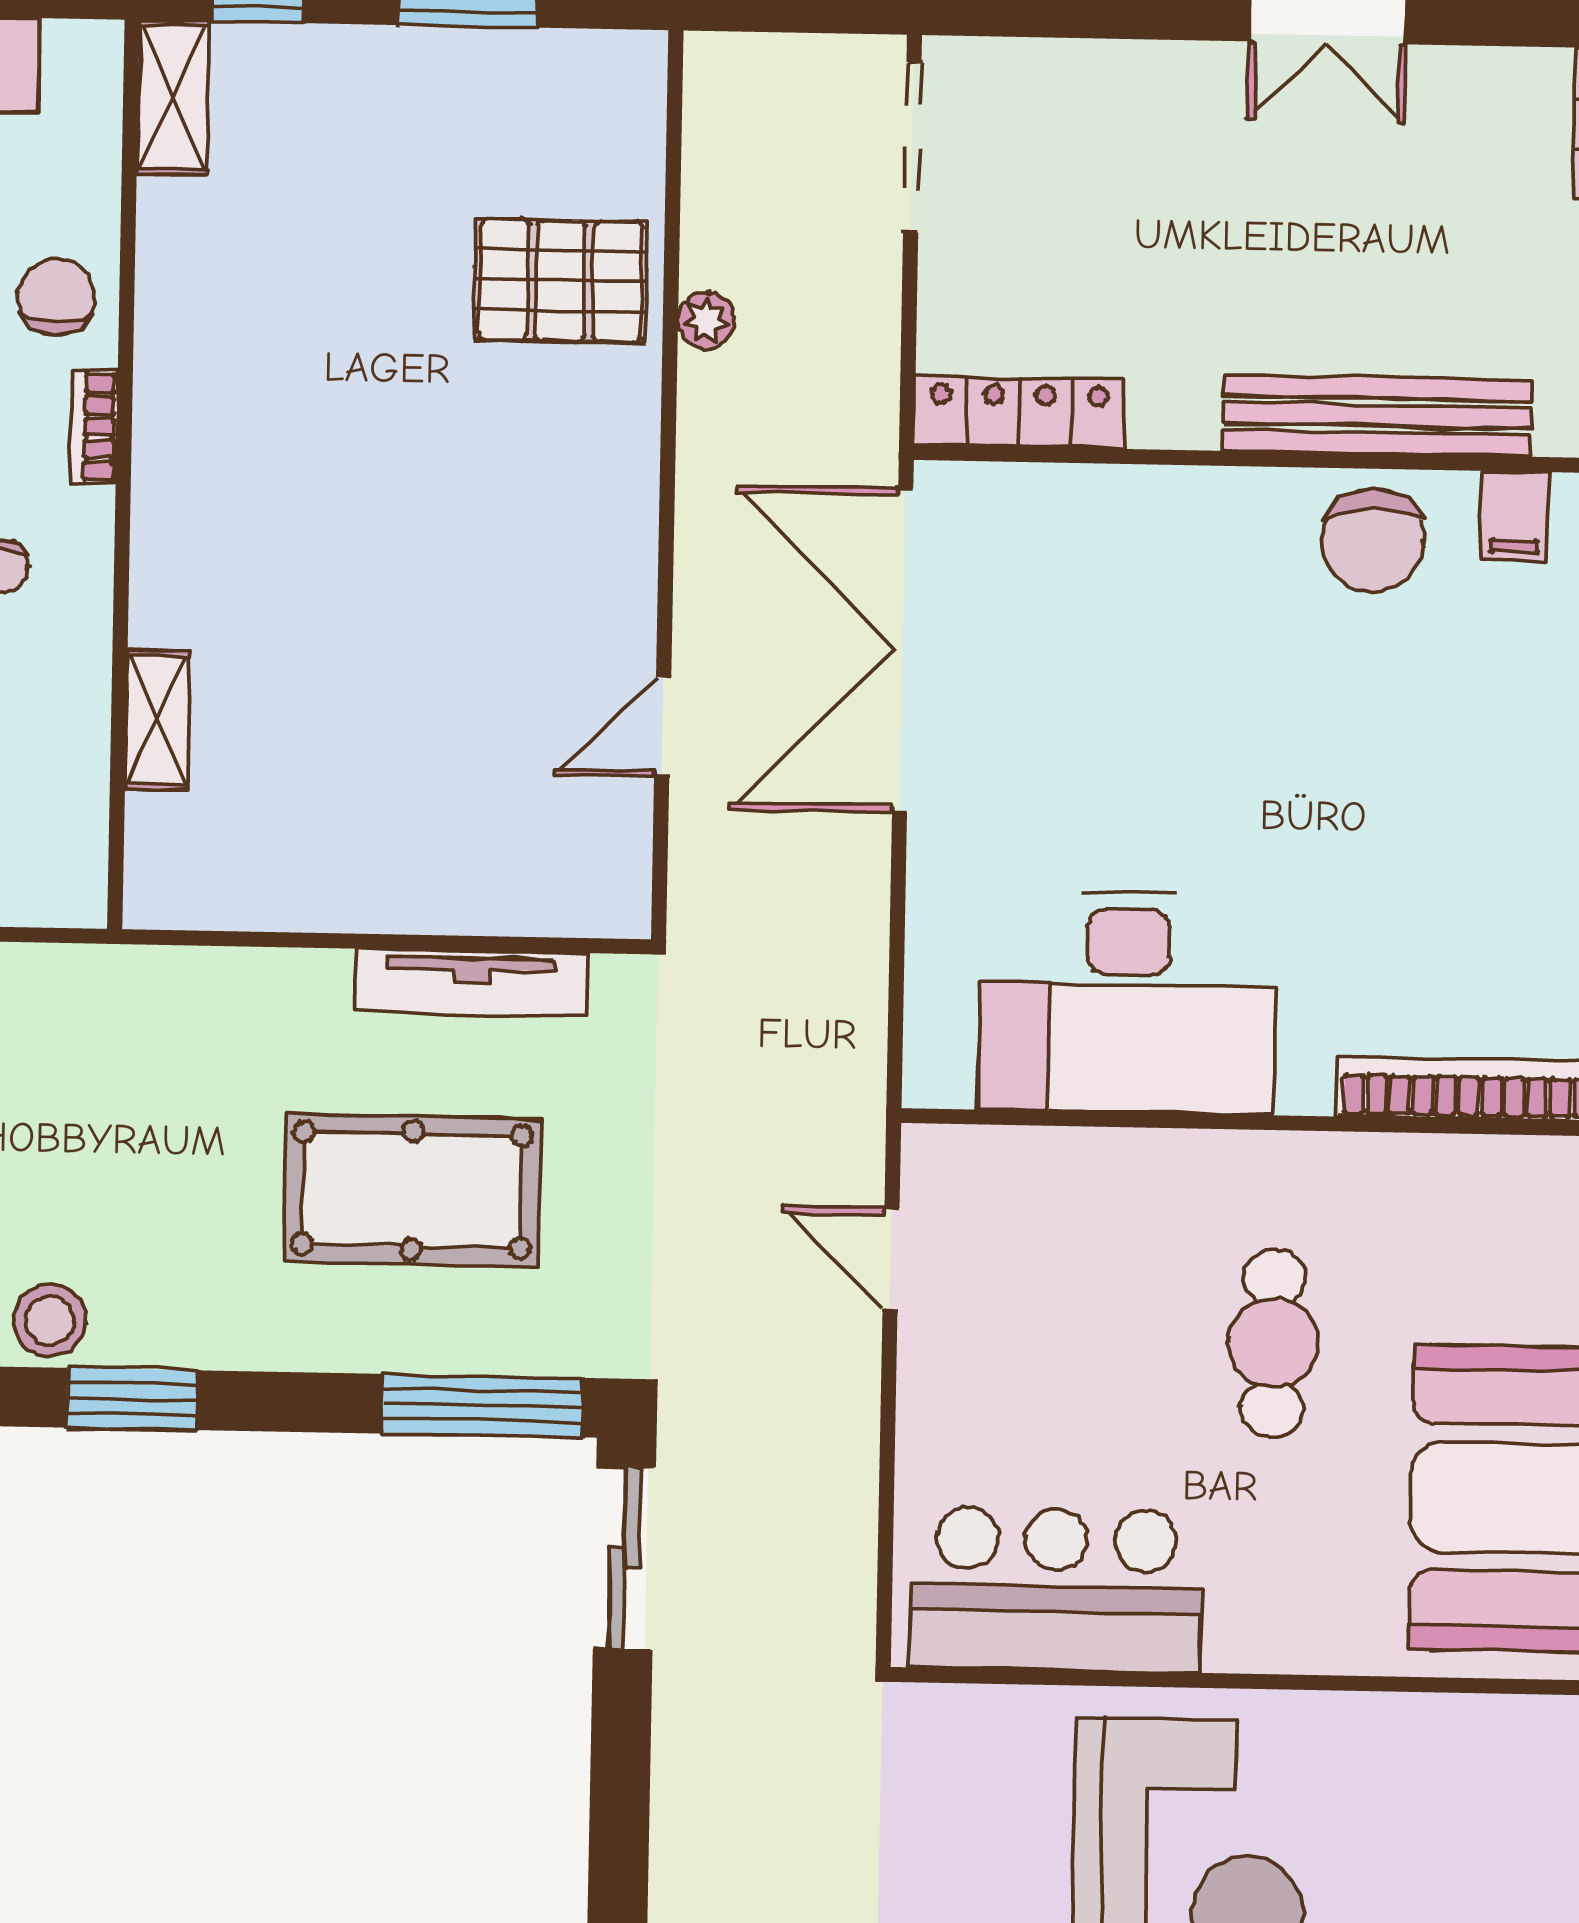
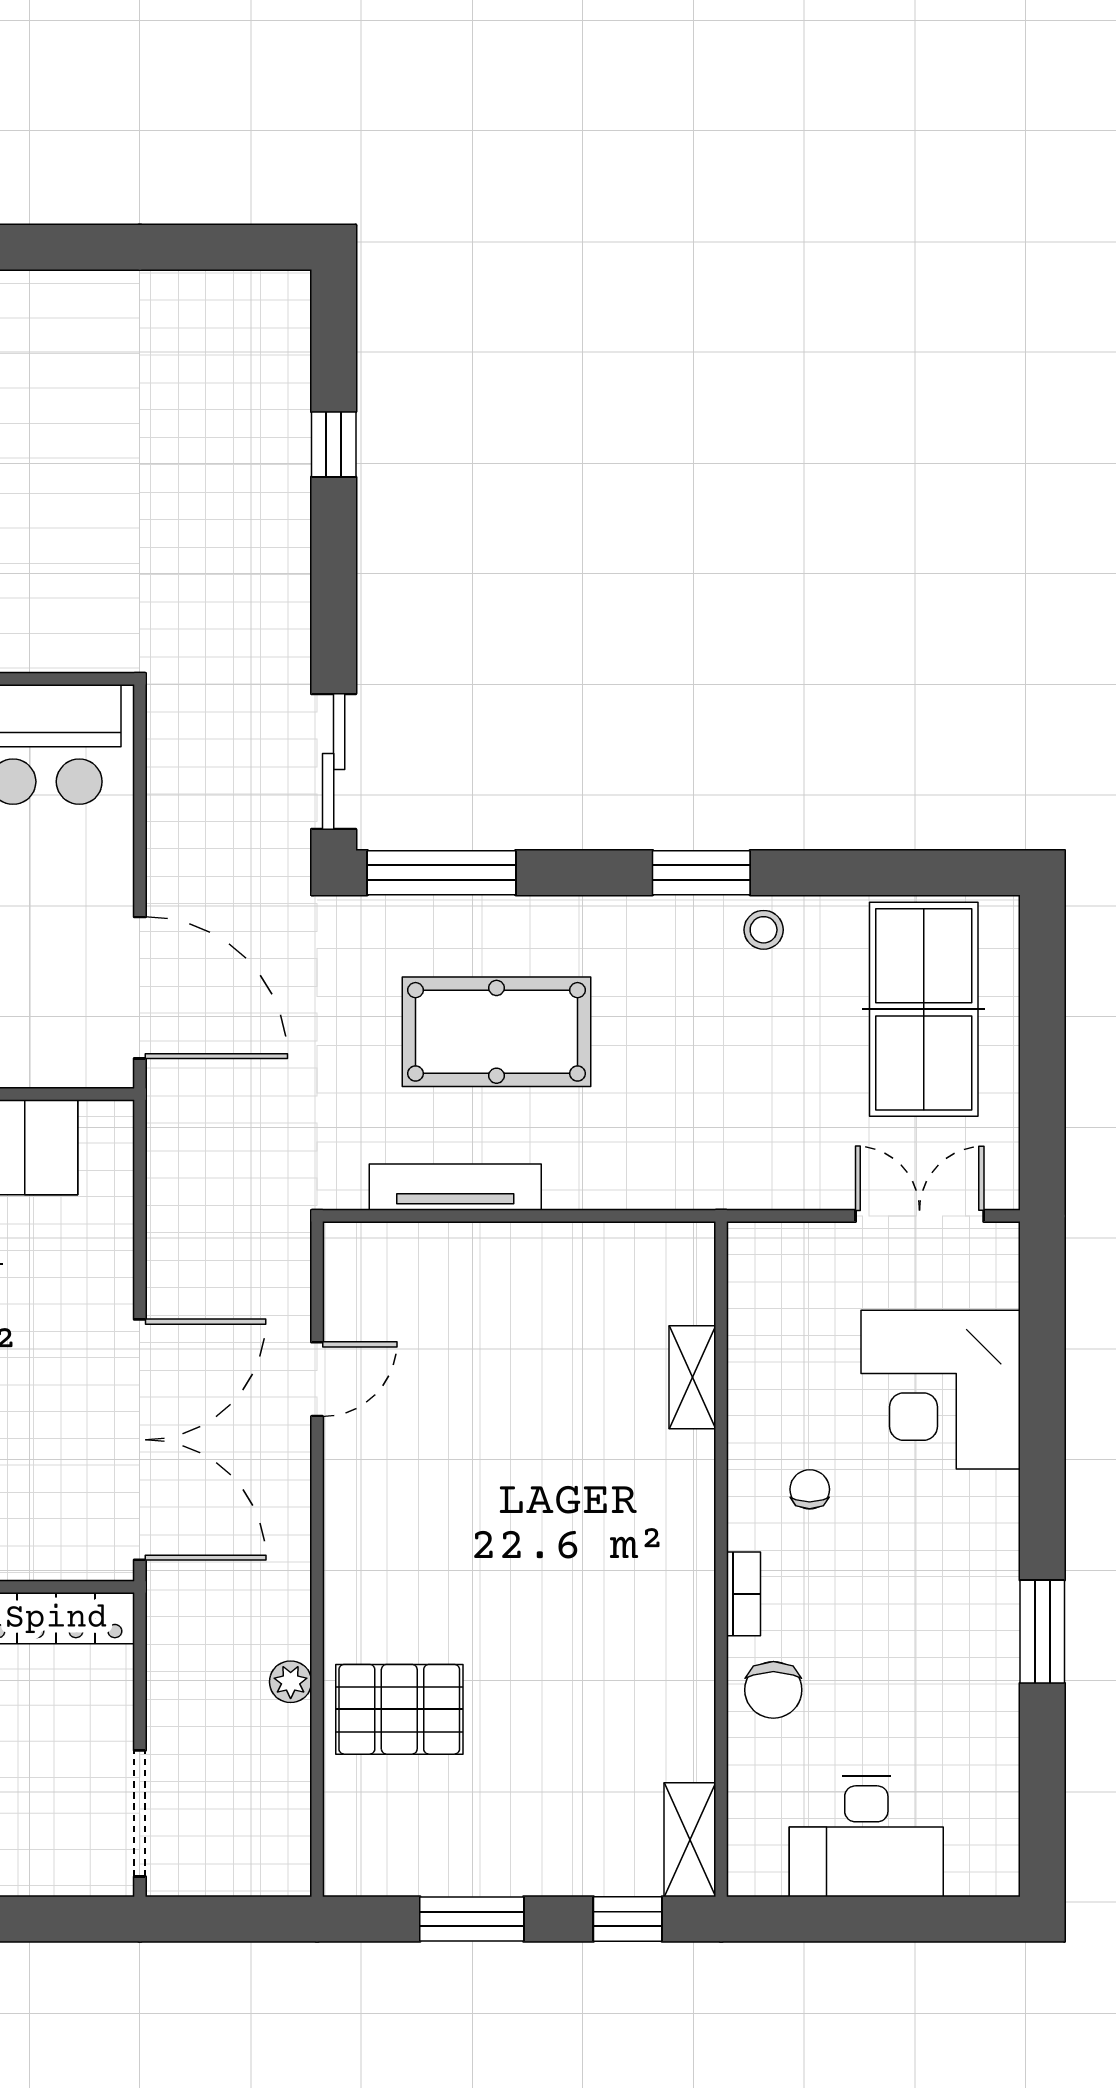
door: (891, 1259) -> (140, 988), width x1.87
stool: (50, 1321) -> (764, 930), width x0.73, depth x0.73

